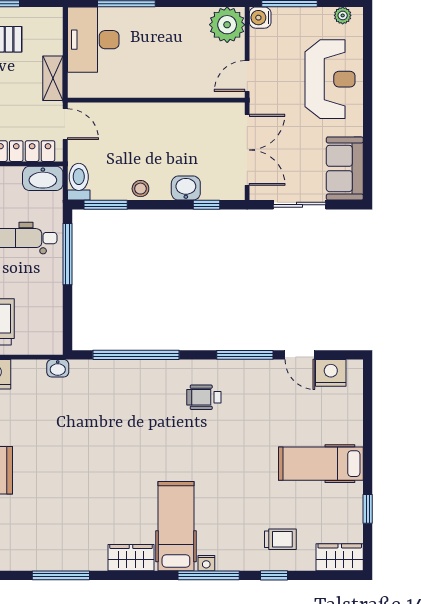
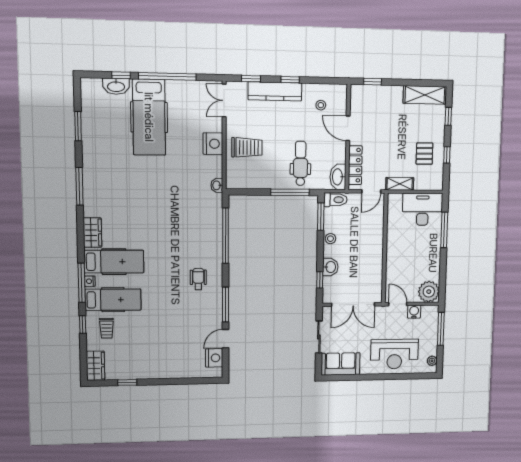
water cooler: (260, 18) -> (414, 312), moved
hospital bed: (321, 464) -> (113, 300), moved, turned 90

